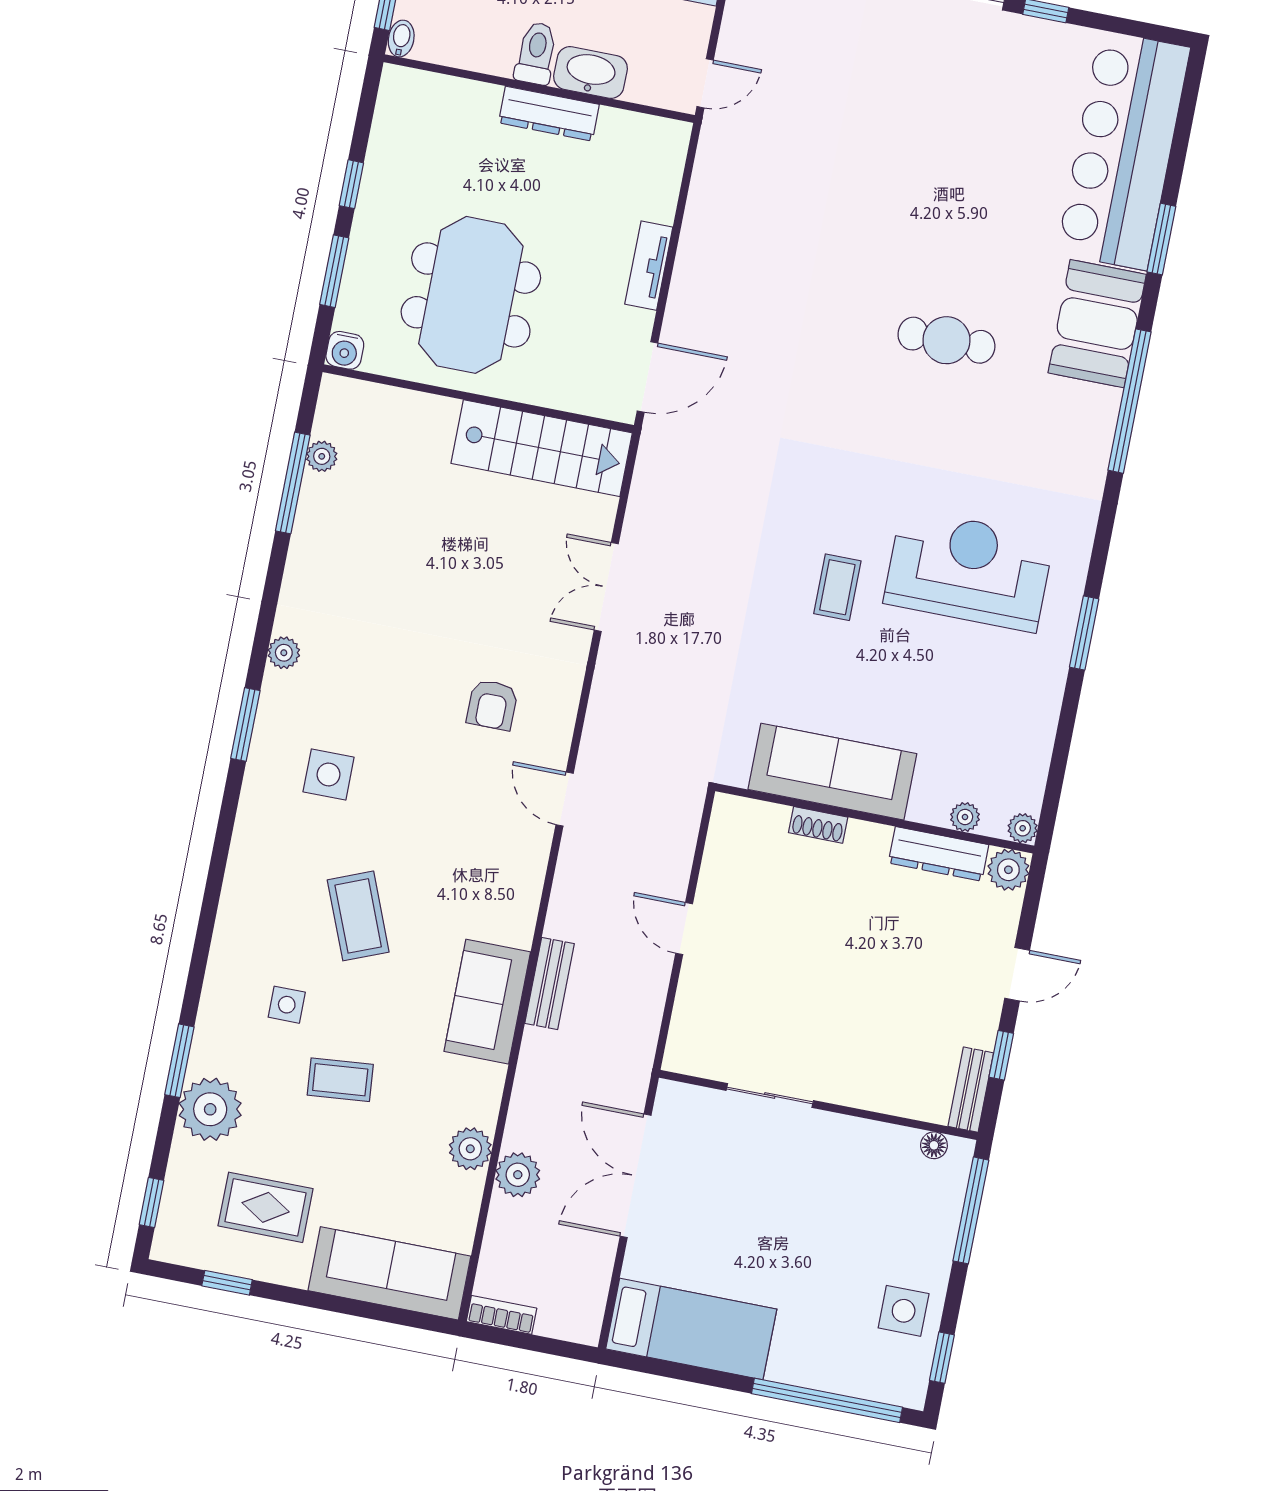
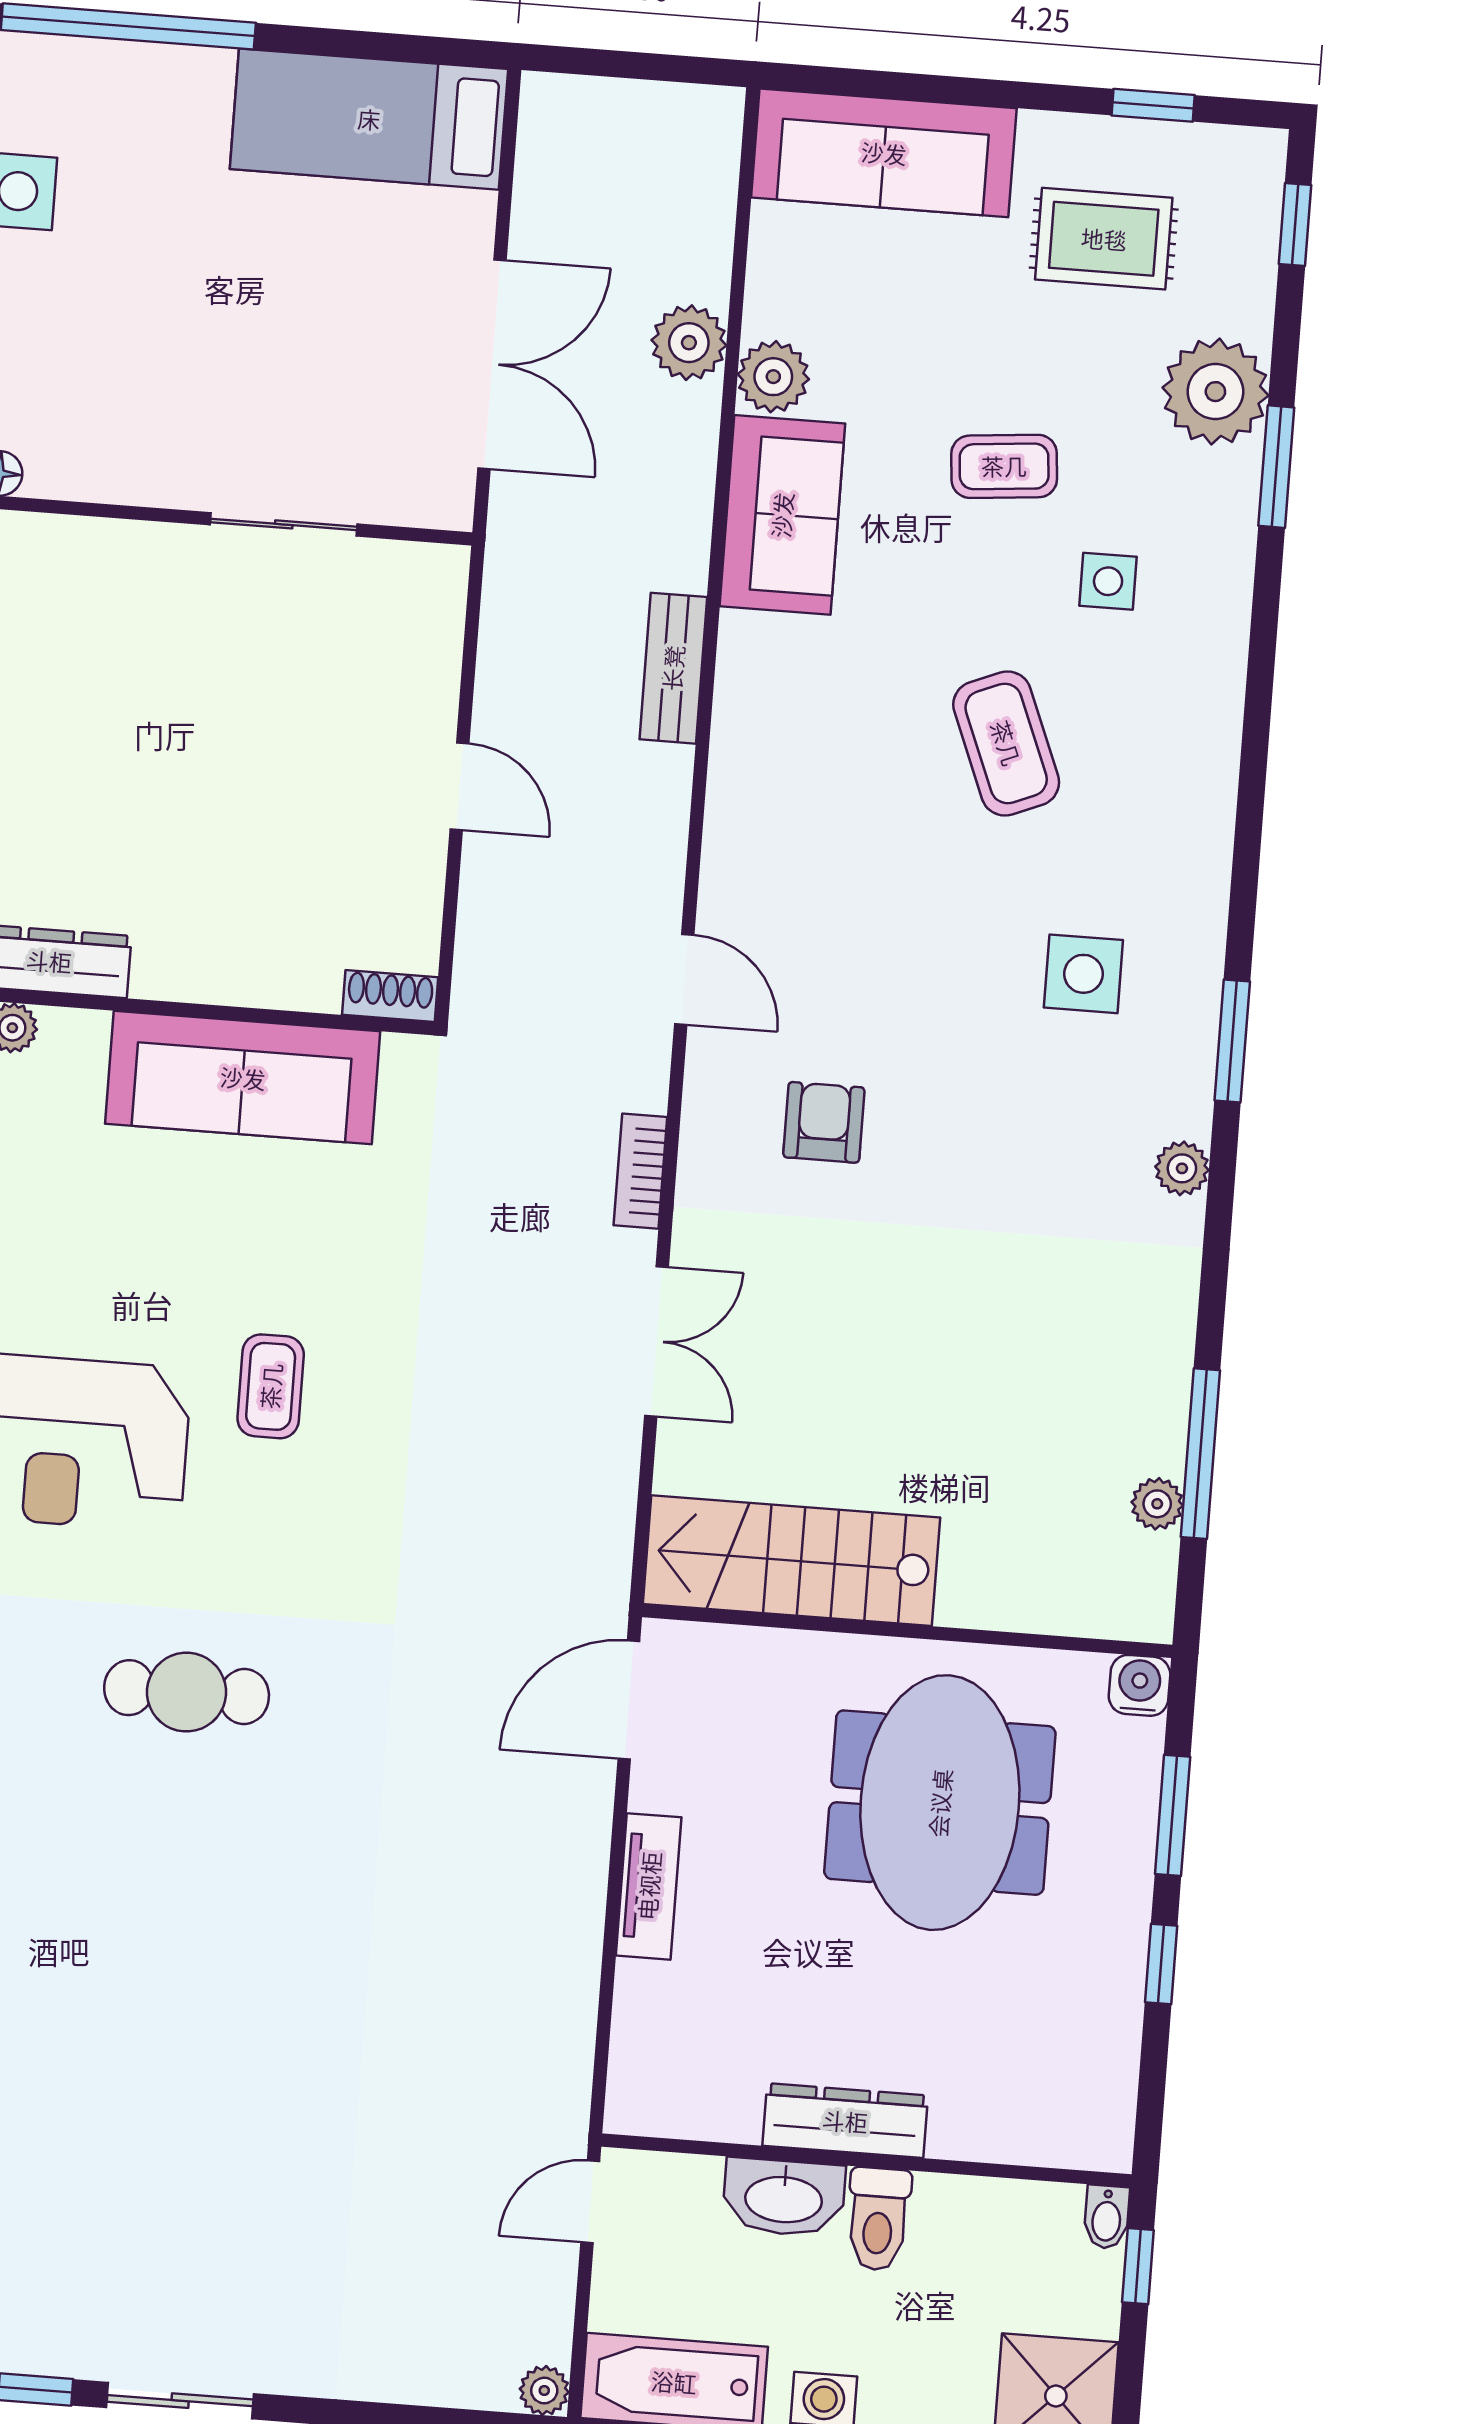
cafe table: (946, 340) -> (187, 1692), moved
shoe rack: (818, 825) -> (390, 996), moved
sofa: (487, 1002) -> (782, 515), moved
bookcase: (502, 1315) -> (640, 1171), moved, turned 90

